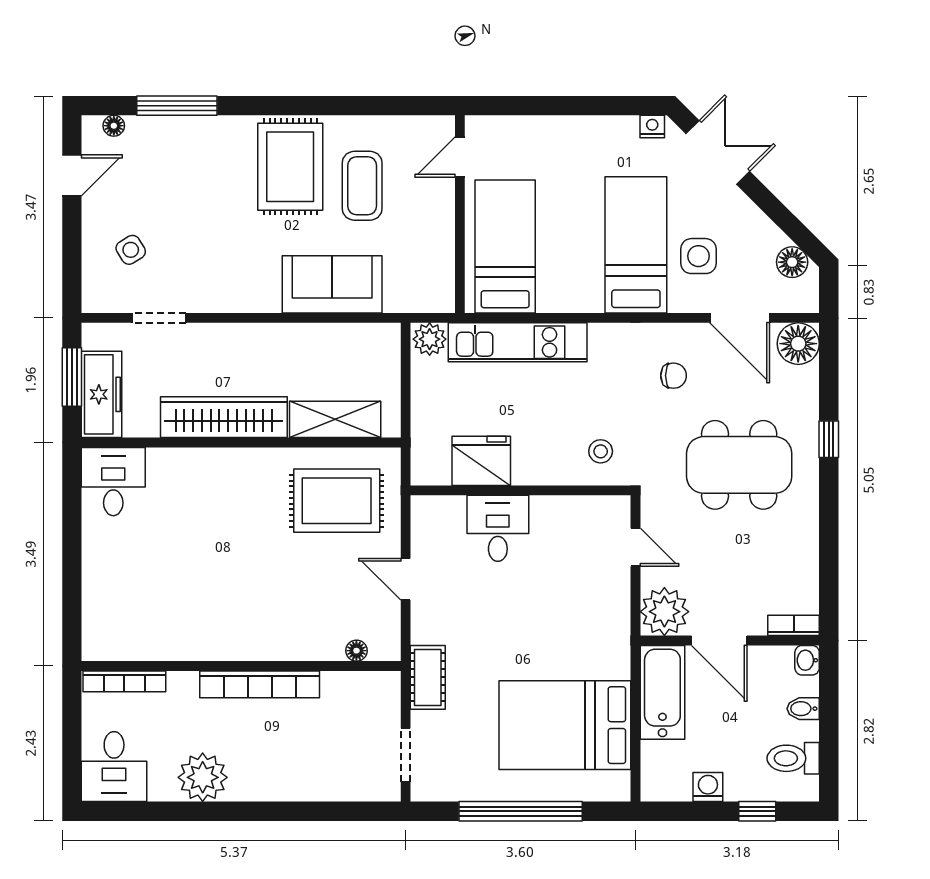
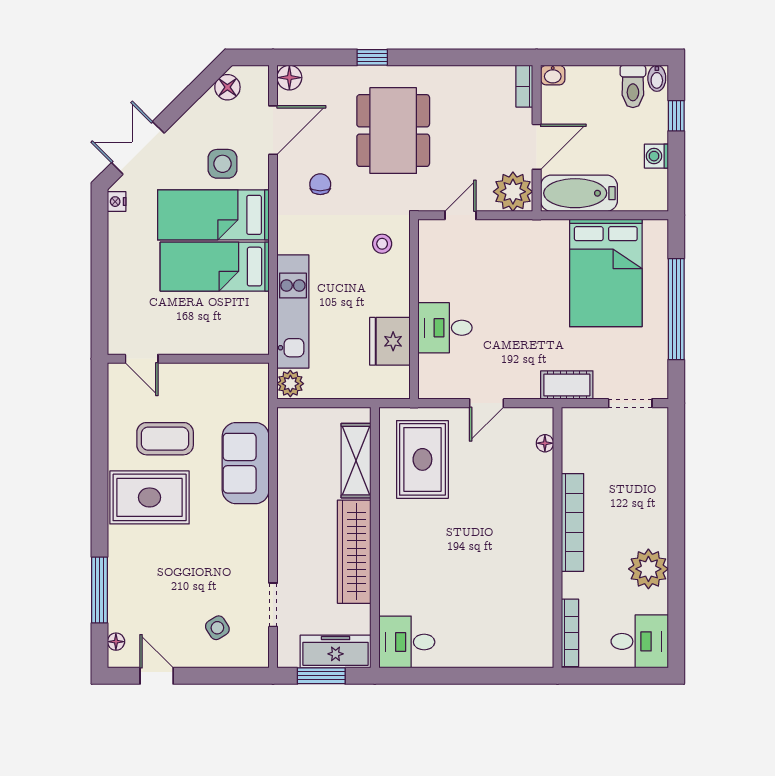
bed: (505, 247) -> (215, 267), moved
floor lamp: (798, 344) -> (289, 78), width x0.73, depth x0.73
bidet: (803, 709) -> (657, 78), moved

